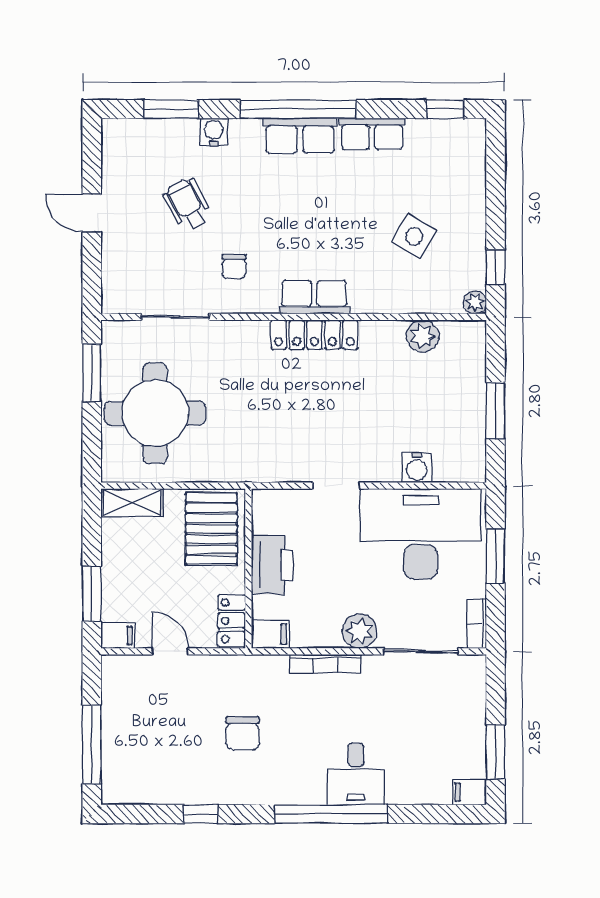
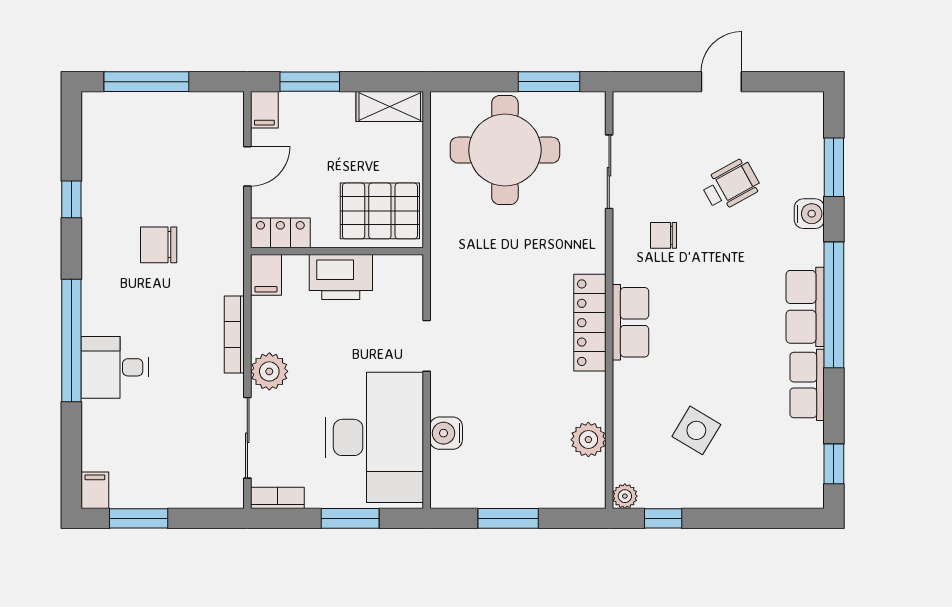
shelving: (132, 503) -> (390, 107), moved, turned 90

